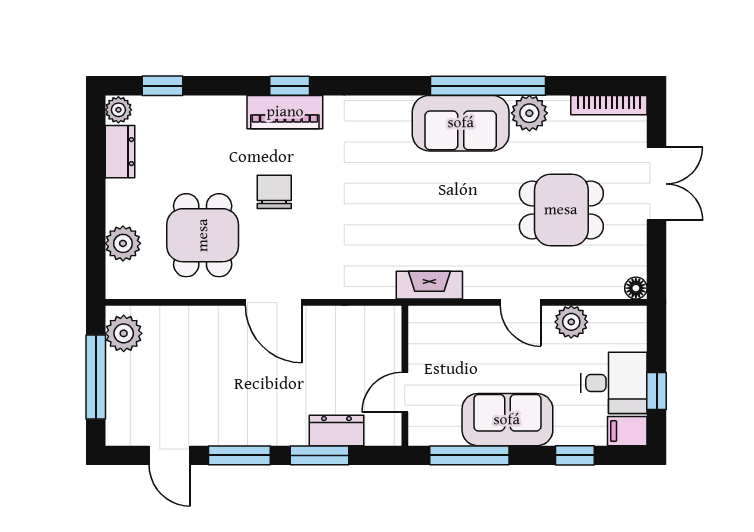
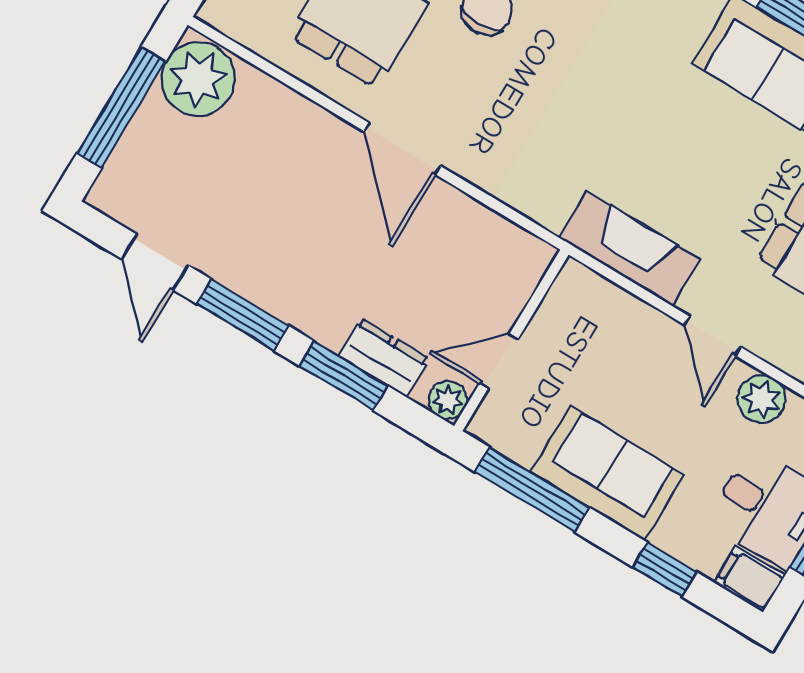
fireplace: (429, 285) -> (630, 249), width x1.37, depth x1.32
plant: (124, 333) -> (198, 79), width x1.36, depth x1.36
plant: (389, 433) -> (448, 400), added

